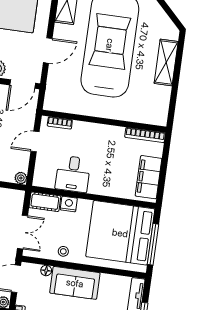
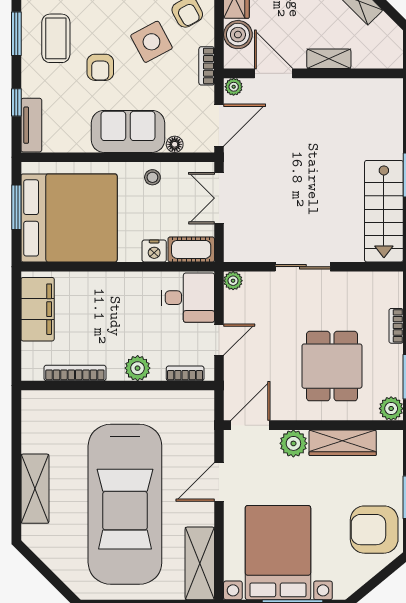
plant: (90, 130) -> (138, 368), added
bookcase: (145, 135) -> (75, 373), moved
desk: (73, 174) -> (188, 298), moved, turned 90
window: (153, 244) -> (16, 207), width x0.69

